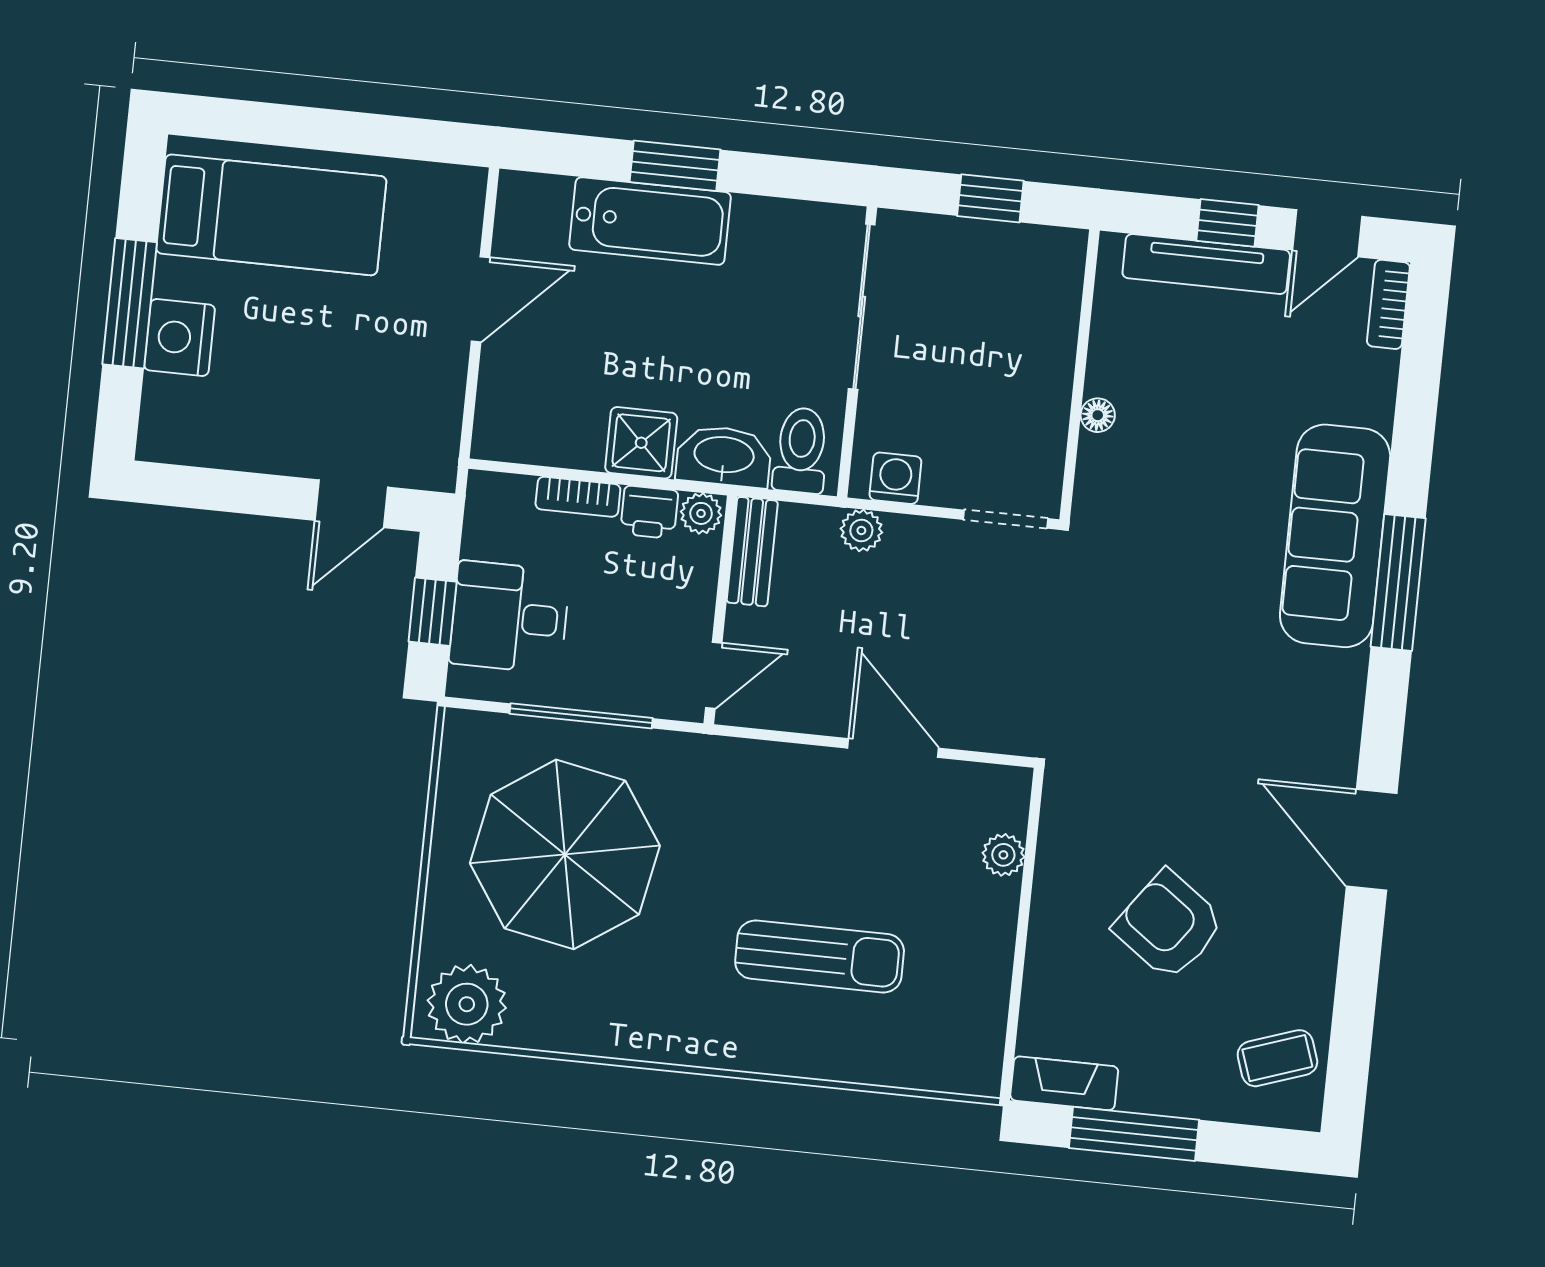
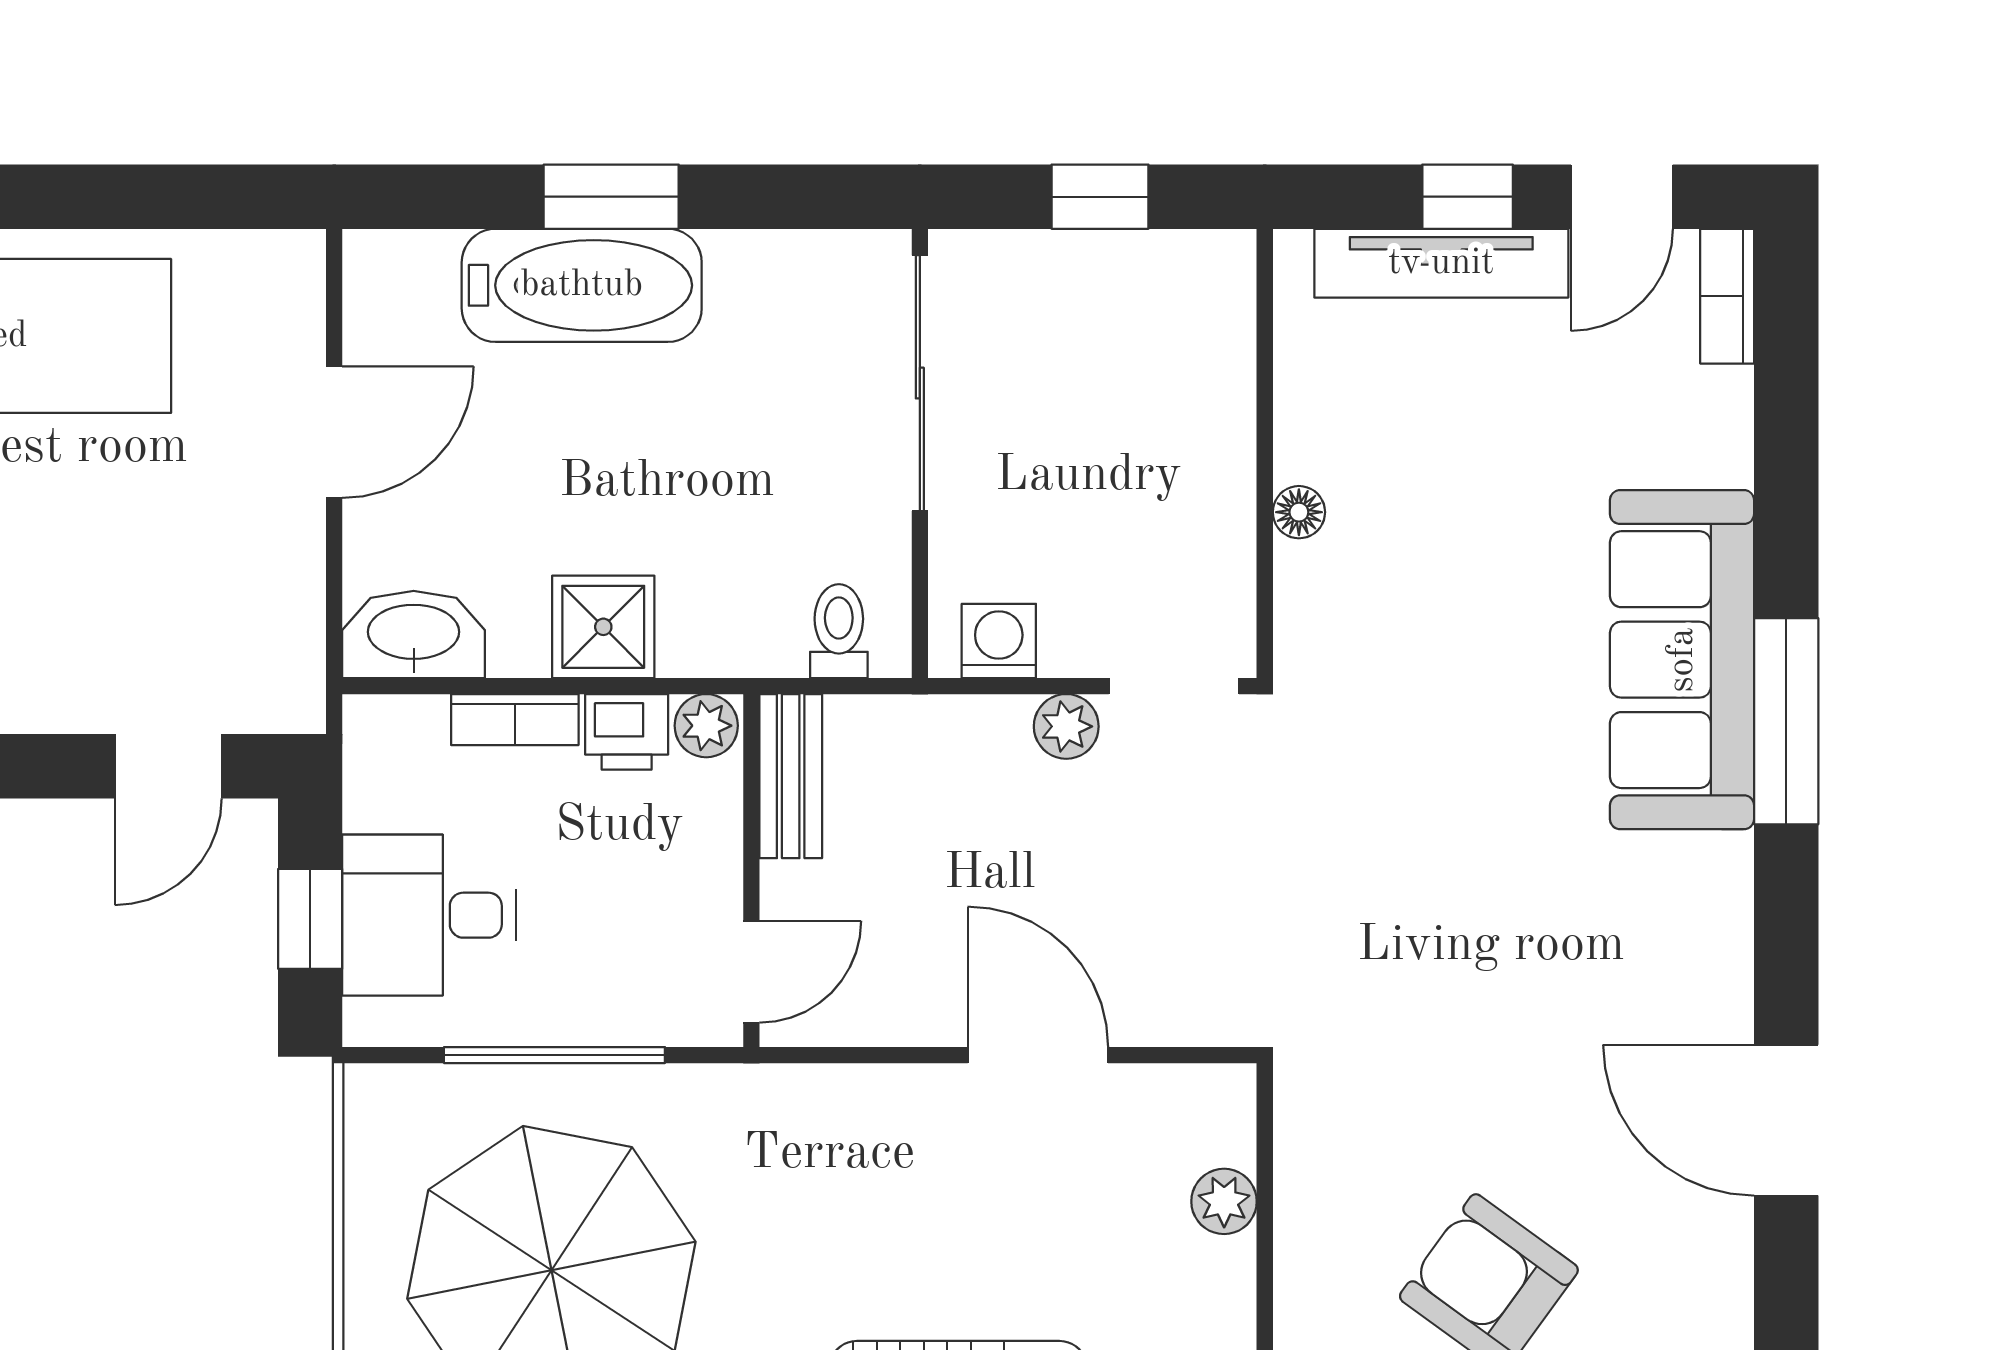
toilet: (801, 450) -> (839, 631), width x0.73, depth x0.72
washbasin: (724, 456) -> (414, 634), moved
plant: (861, 530) -> (1066, 726), moved

